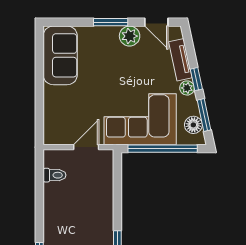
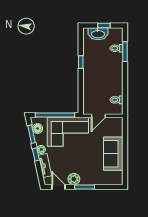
sofa: (60, 55) -> (113, 154), moved

